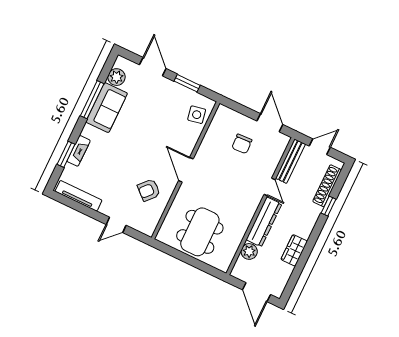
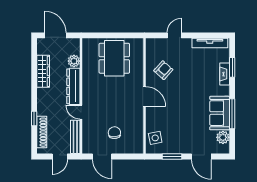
wardrobe: (294, 250) -> (43, 71), width x1.50

